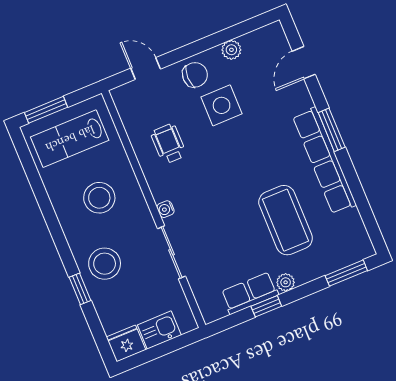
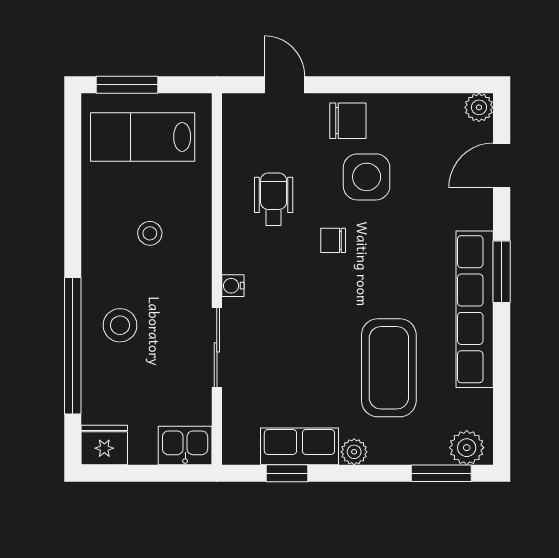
plant: (231, 50) -> (479, 107), moved
chair: (217, 154) -> (333, 240), added
stool: (99, 198) -> (150, 233), width x0.53, depth x0.53
plant: (356, 250) -> (467, 448), added
stool: (105, 264) -> (120, 325), width x0.73, depth x0.73
window: (80, 289) -> (73, 346), width x3.17
window: (266, 306) -> (287, 473), moved
kitchen sink: (159, 330) -> (185, 446), moved

